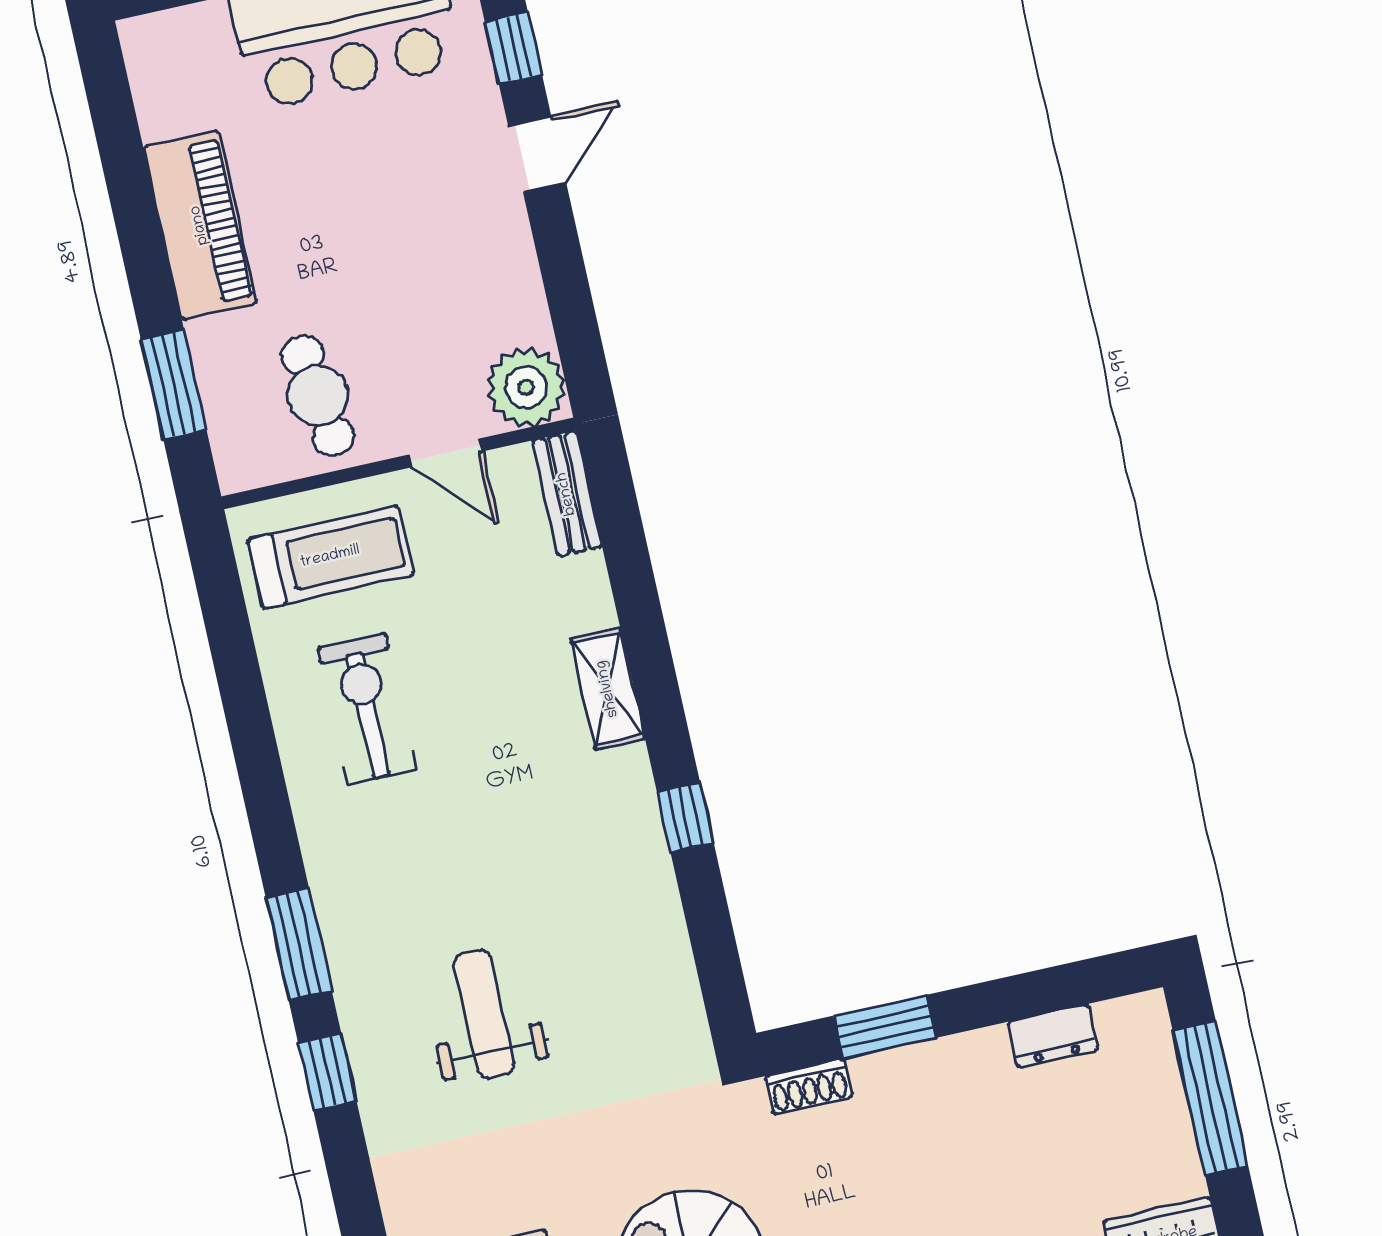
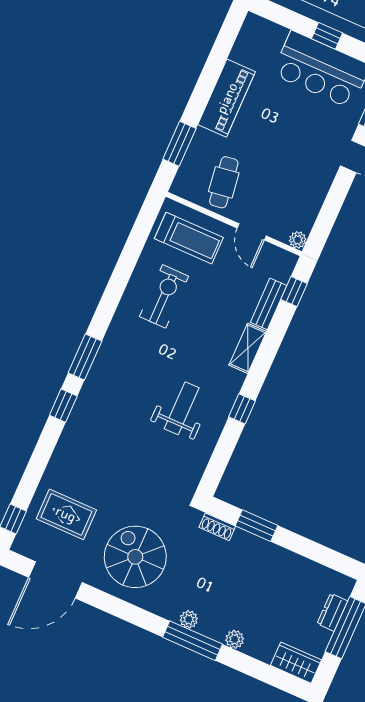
plant: (526, 387) -> (298, 240), width x0.53, depth x0.53
bench: (567, 494) -> (269, 304), moved
window: (616, 509) -> (294, 292), added
weight bench: (484, 1014) -> (182, 408), moved
dresser: (1053, 1036) -> (332, 612), moved, turned 90

